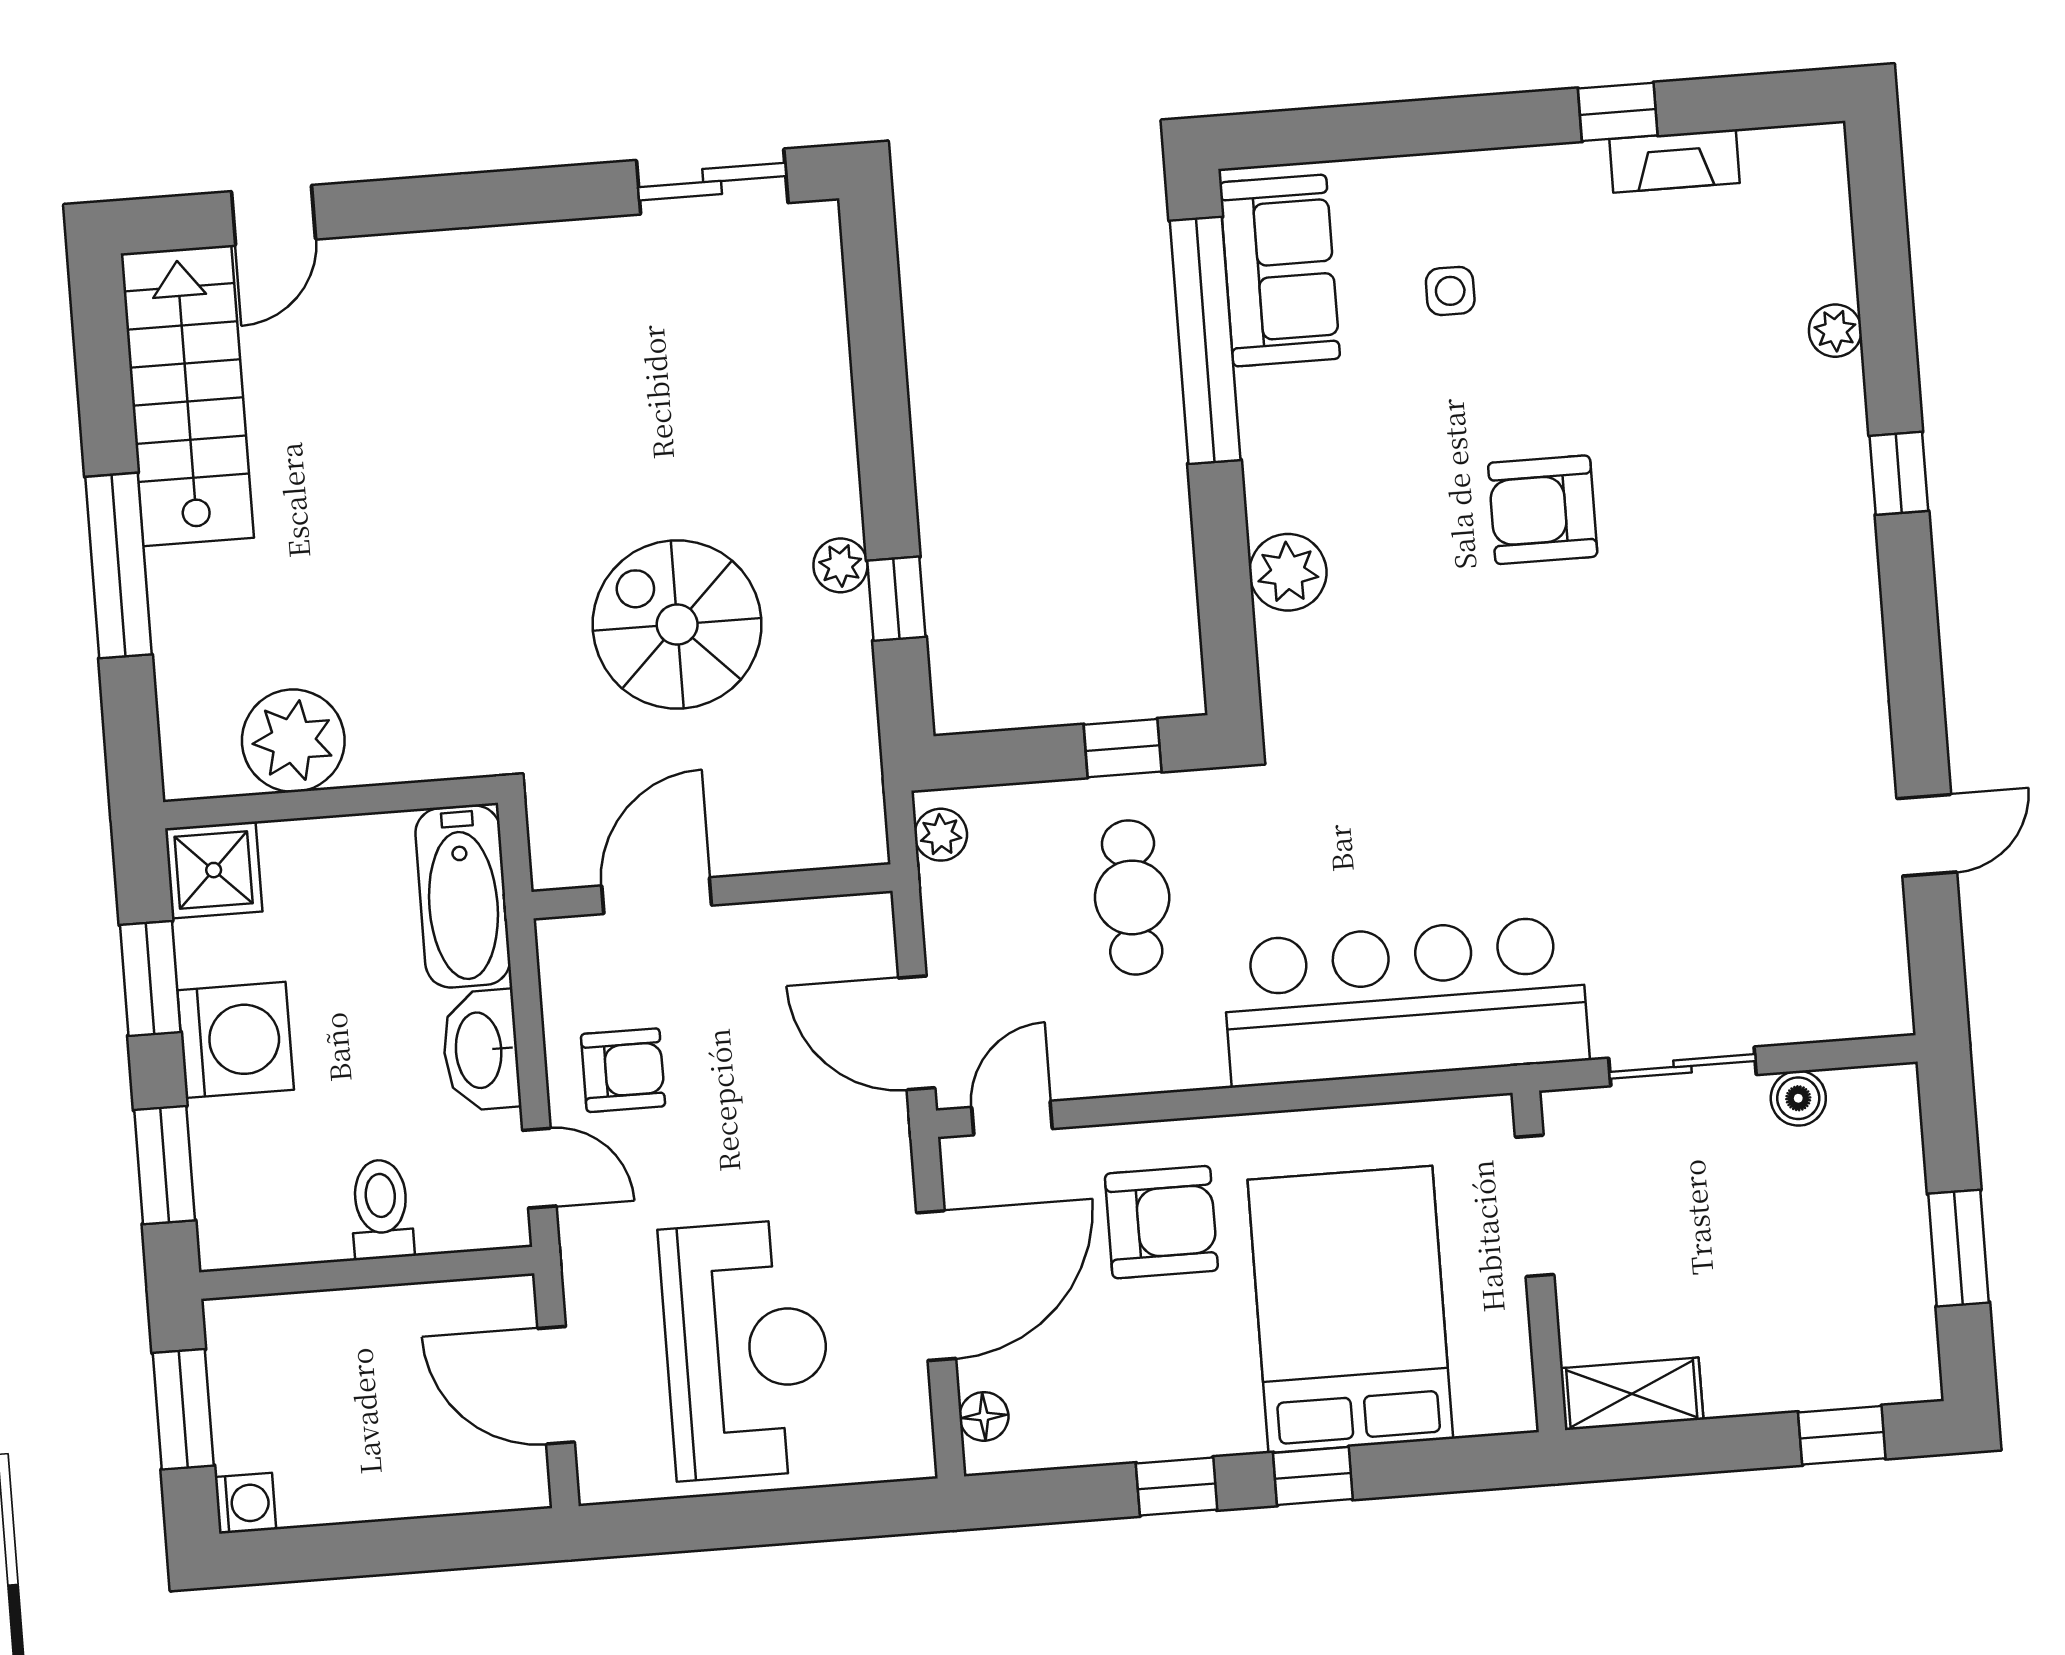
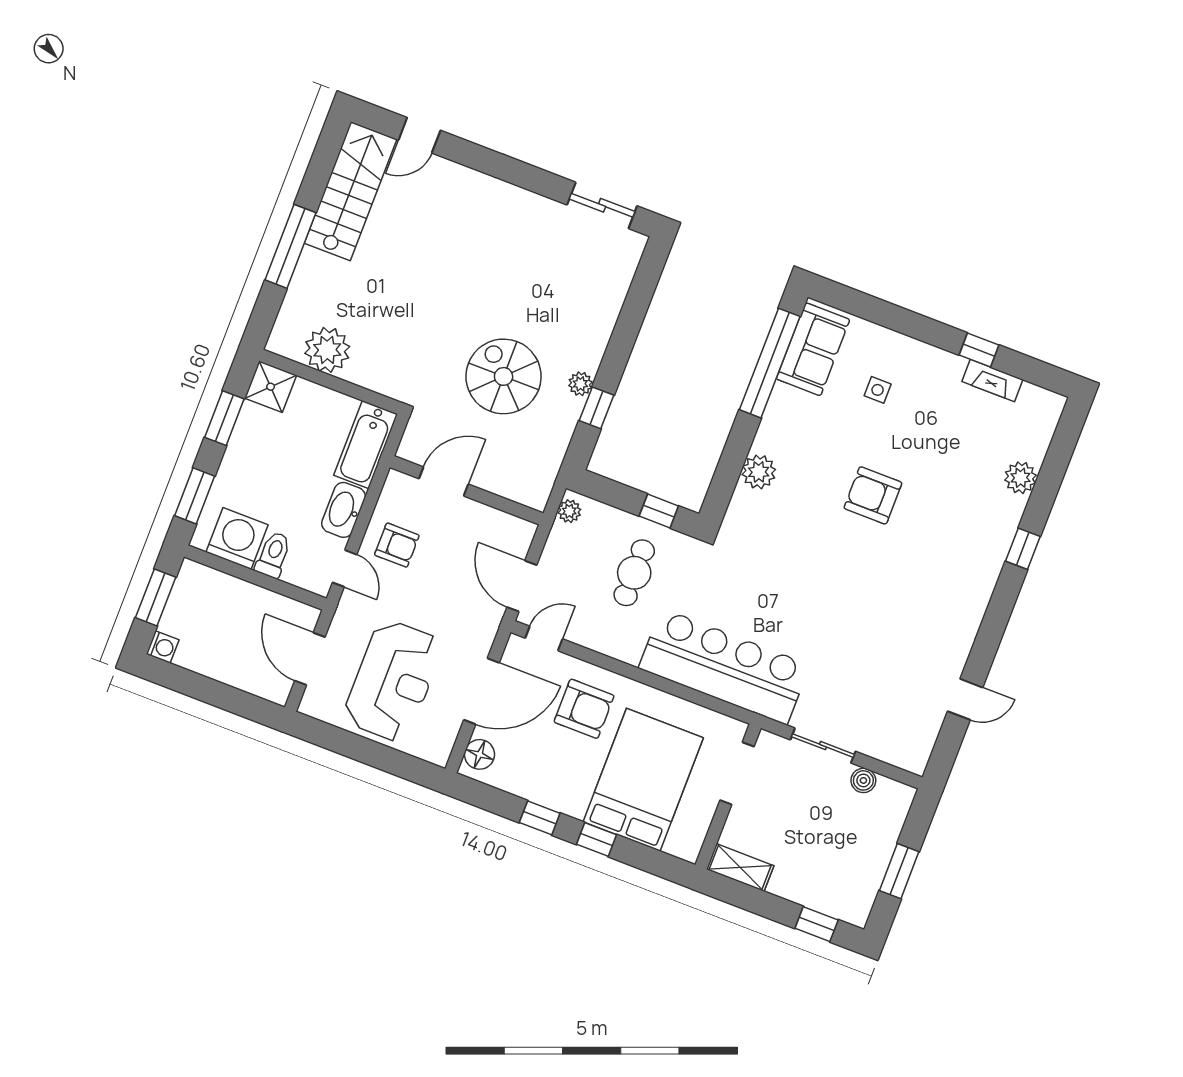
plant: (1835, 331) -> (1020, 478), width x1.38, depth x1.38
washing machine: (236, 1040) -> (237, 539), moved, turned -90
floor lamp: (984, 1416) -> (479, 754), width x1.37, depth x1.37

